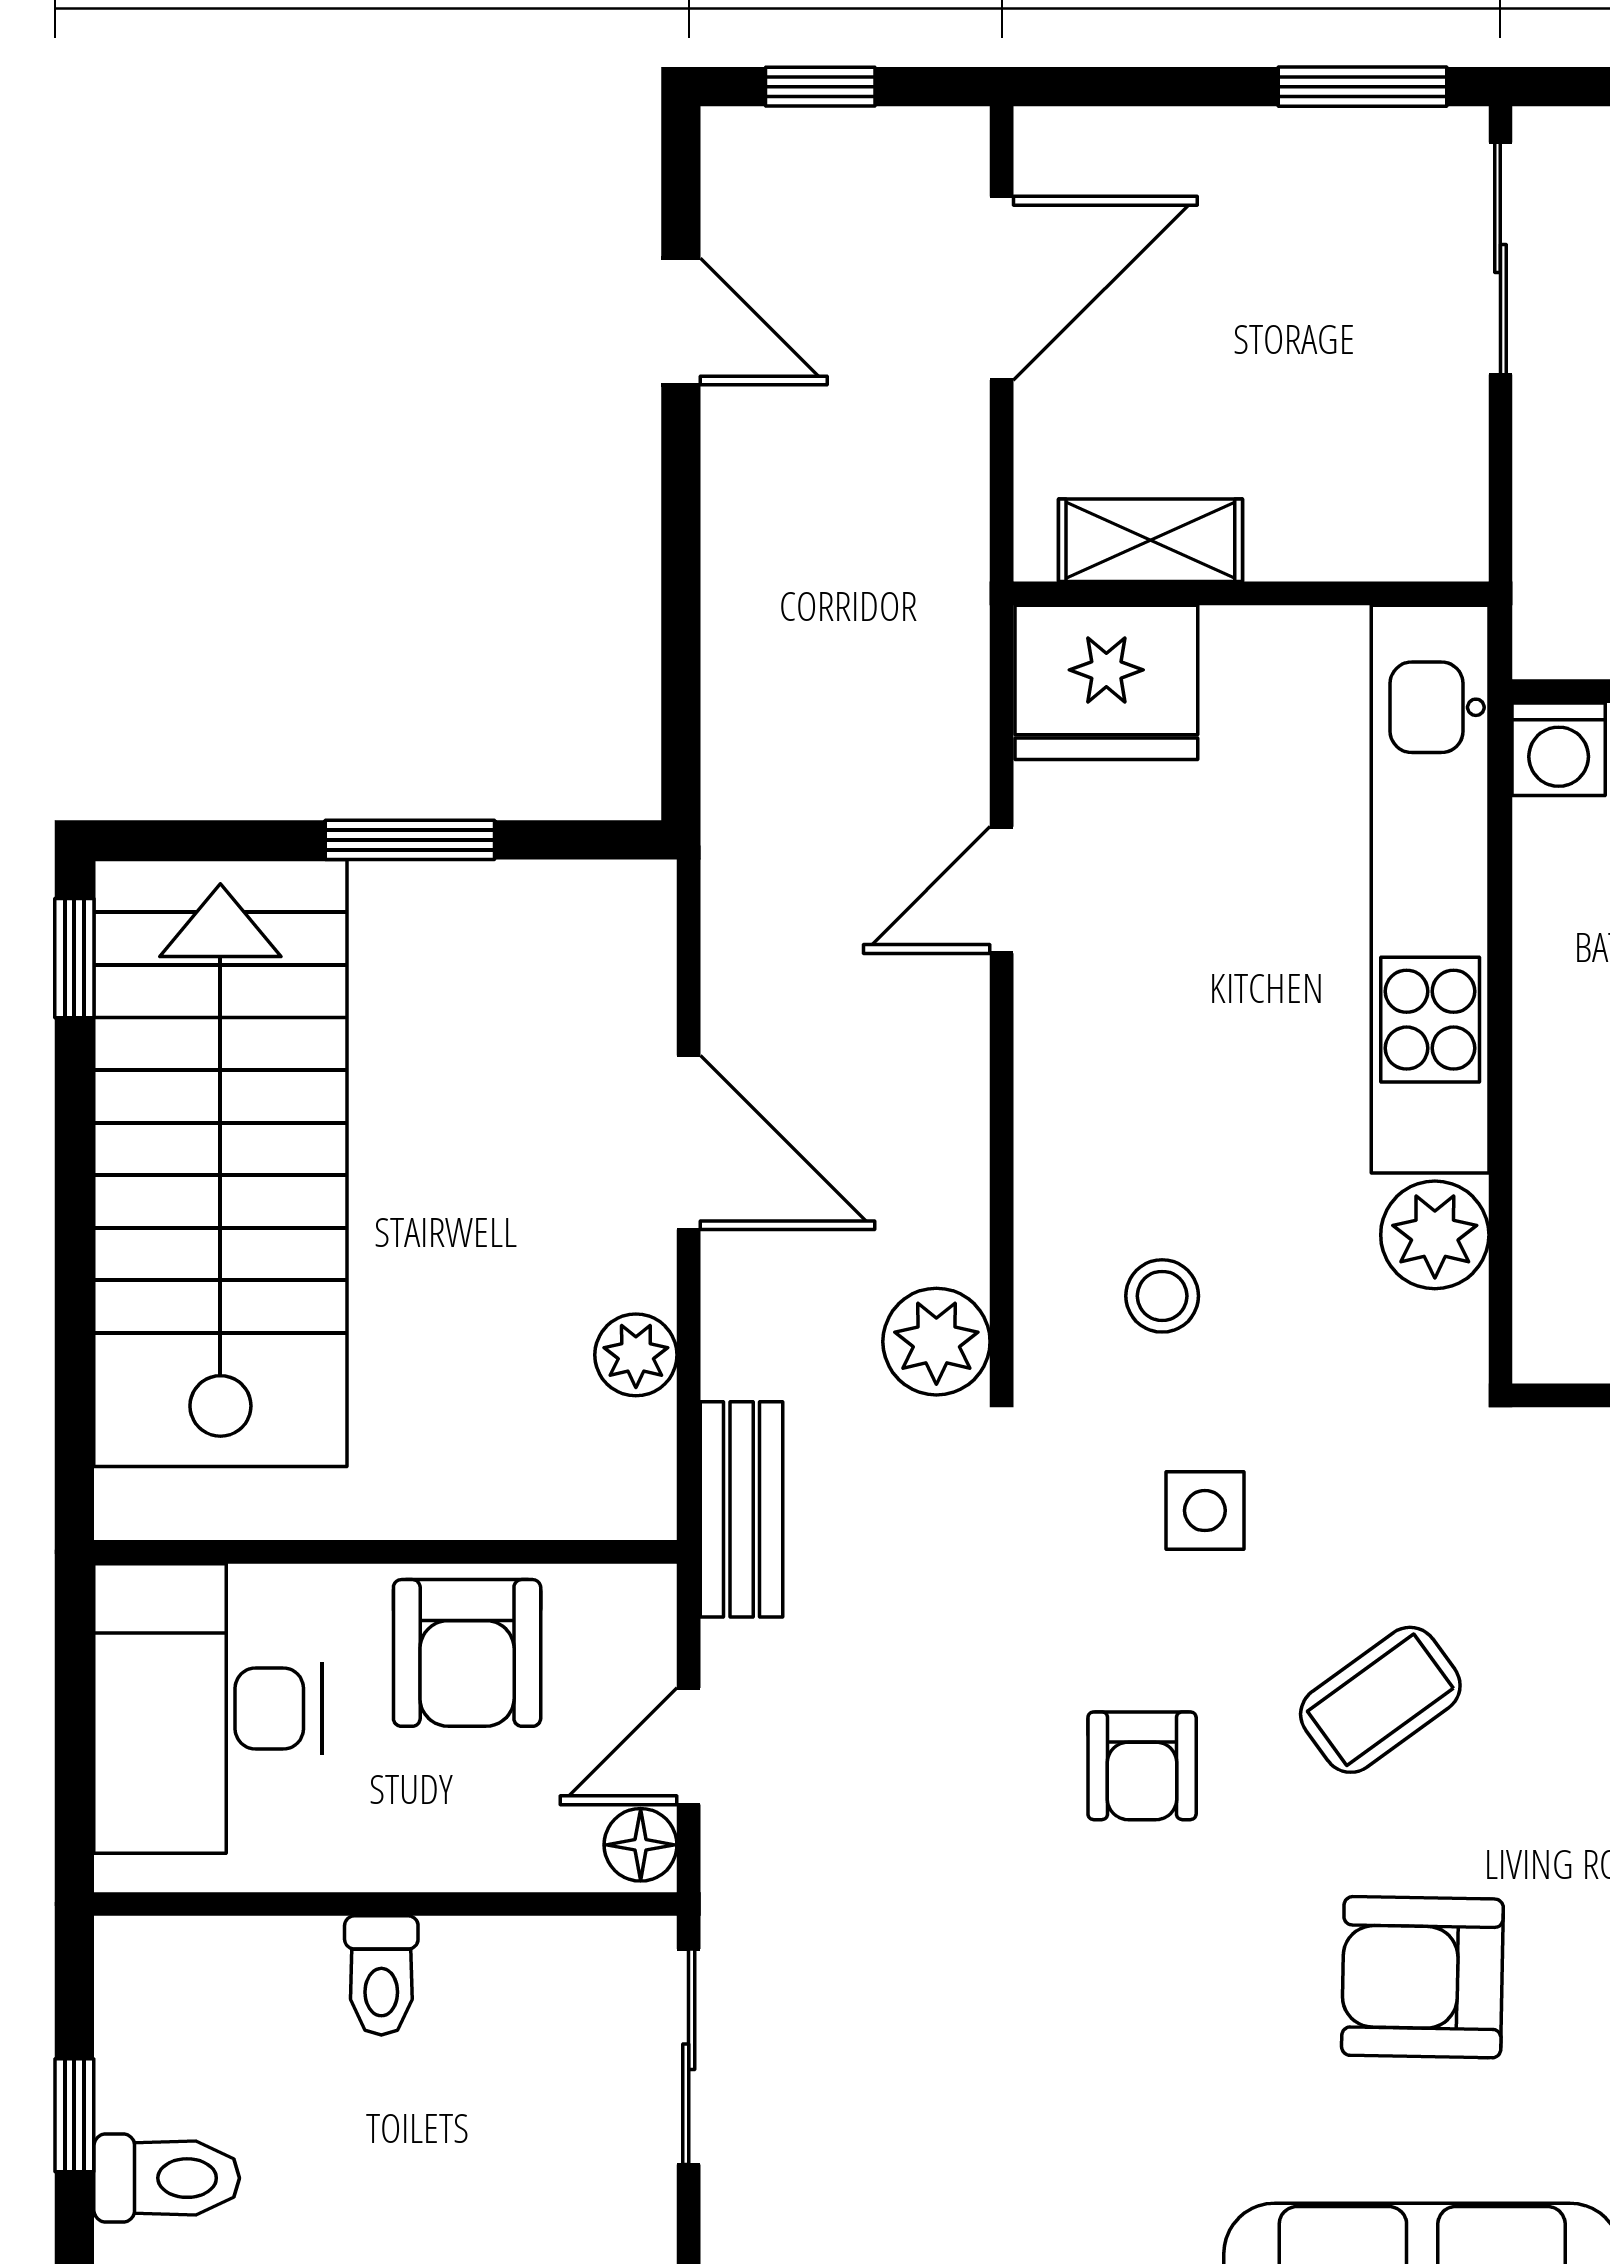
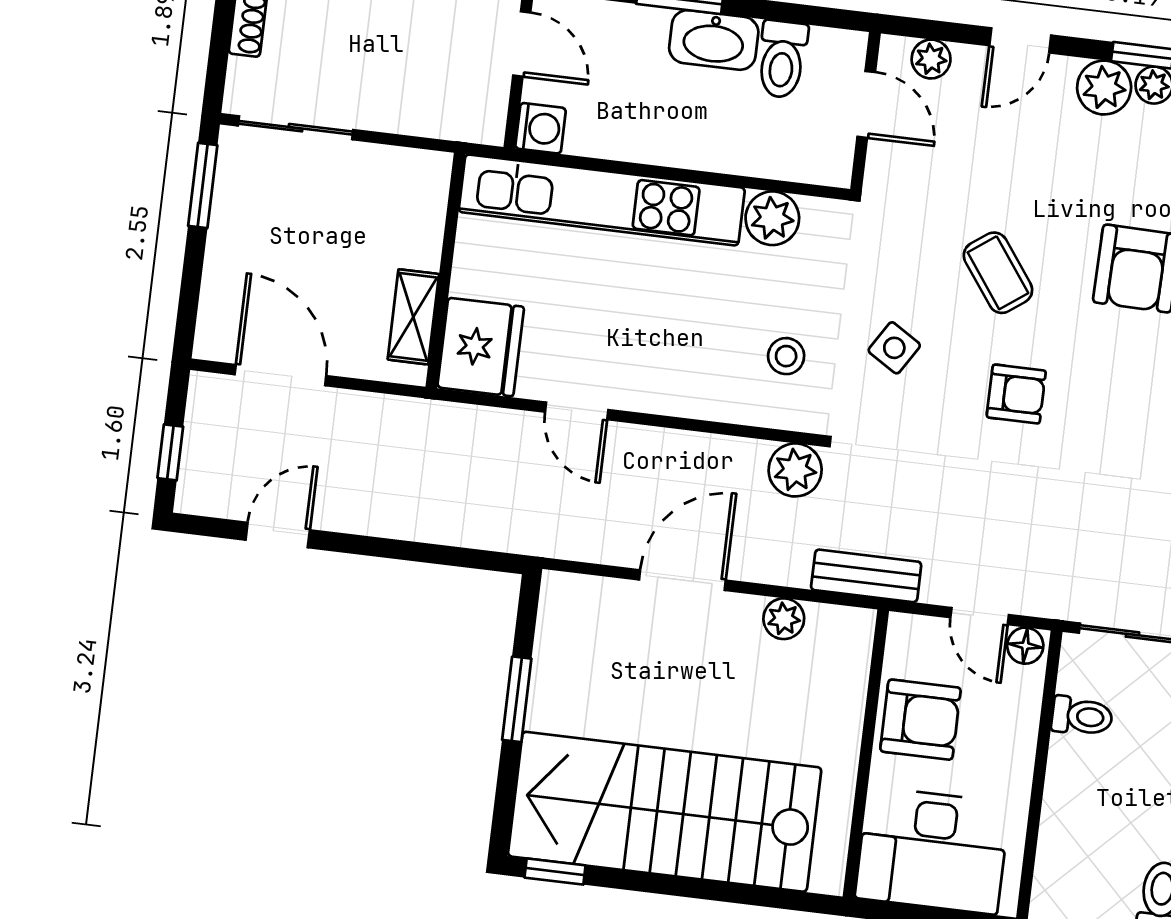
side table: (1205, 1511) -> (894, 348), turned 32
toilet: (381, 1975) -> (1082, 716), moved

